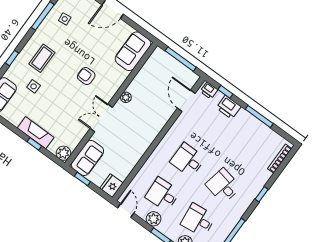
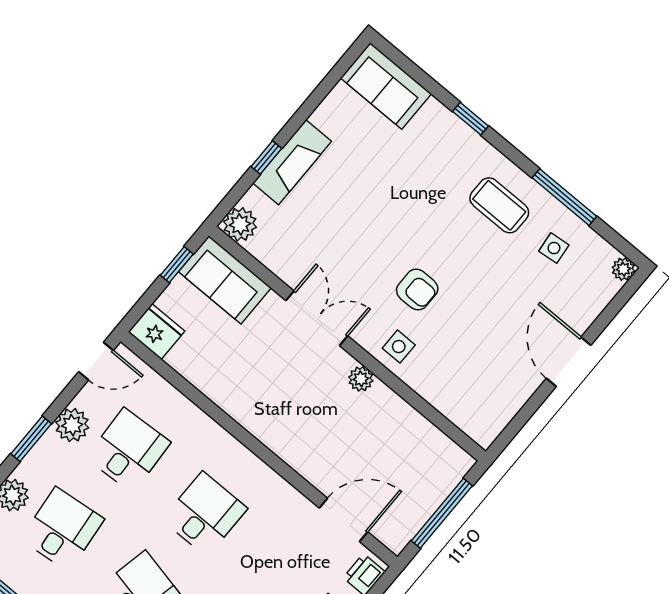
sofa: (133, 51) -> (468, 403), removed
coffee table: (42, 58) -> (499, 205), moved
armchair: (86, 76) -> (417, 290), turned 90
side table: (34, 86) -> (399, 347), moved

